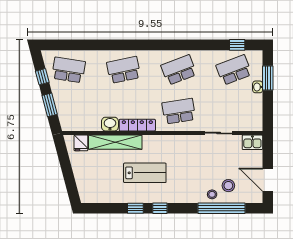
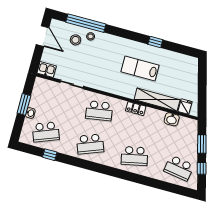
window: (237, 45) -> (50, 155), moved
window: (268, 78) -> (24, 104), moved
washbasin: (110, 124) -> (172, 119), moved
locker: (137, 125) -> (136, 109), width x0.66
window: (160, 208) -> (136, 37), removed

